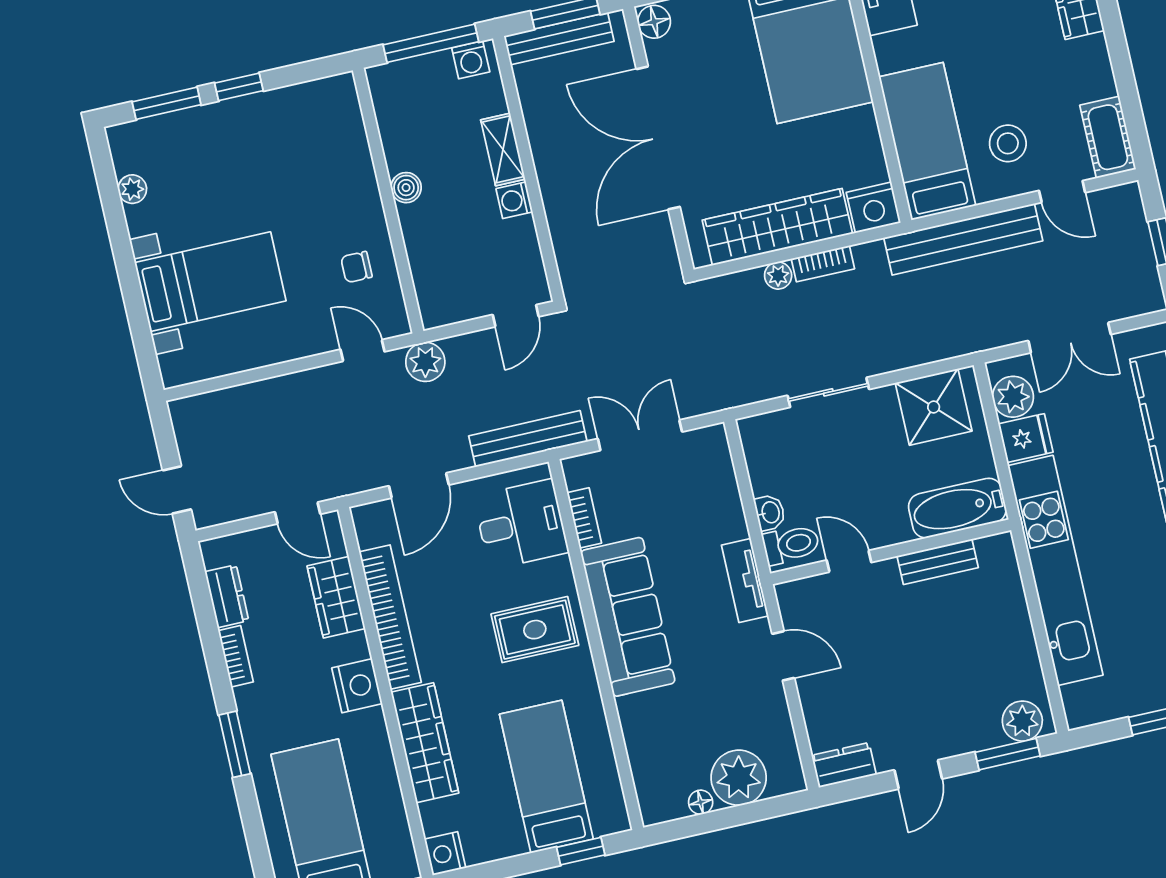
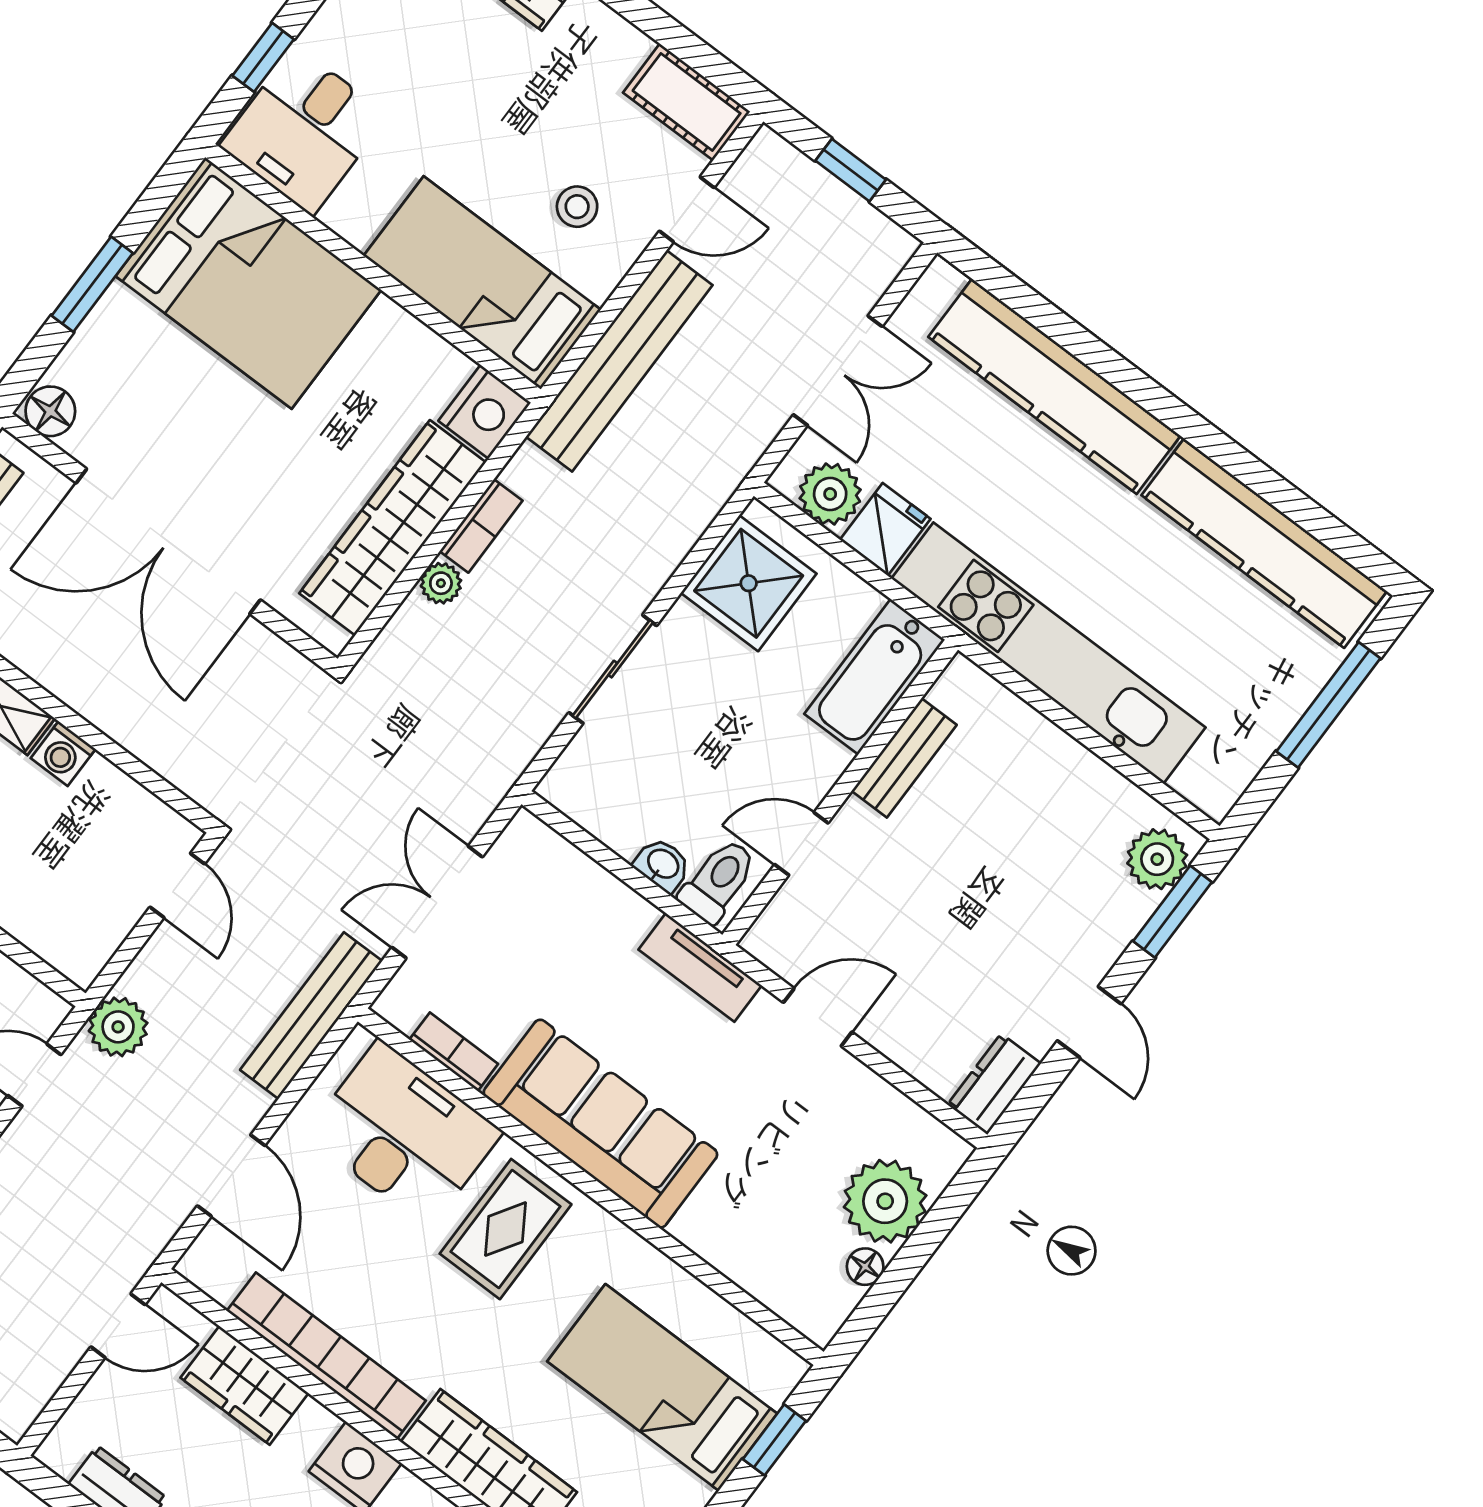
stool: (1008, 143) -> (577, 207), width x0.73, depth x0.73
desk: (521, 524) -> (404, 1134), width x1.37

